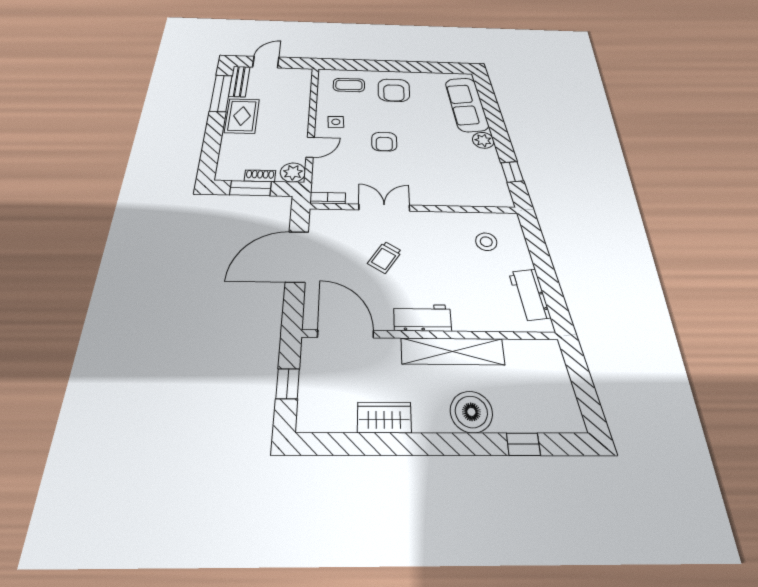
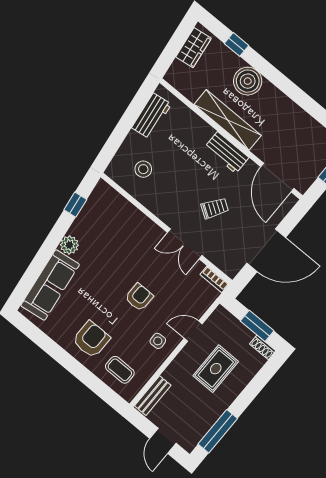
door: (266, 62) -> (163, 441), hinge flipped
bench: (239, 81) -> (153, 396), moved
rug: (242, 116) -> (216, 369), moved
plant: (293, 172) -> (221, 318), removed
shoe rack: (260, 176) -> (263, 347), moved
wardrobe: (384, 417) -> (193, 48), moved, turned -98

